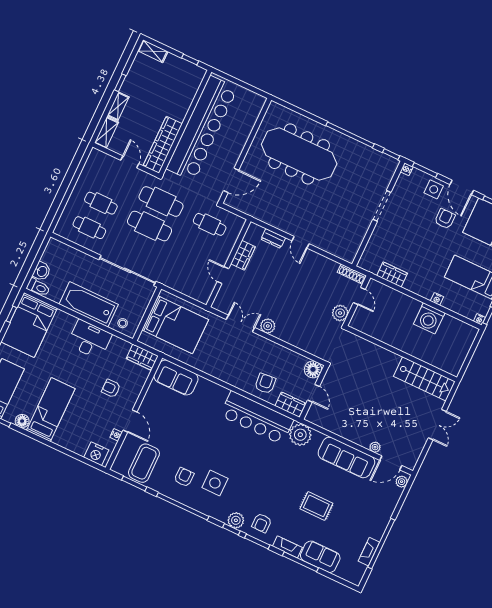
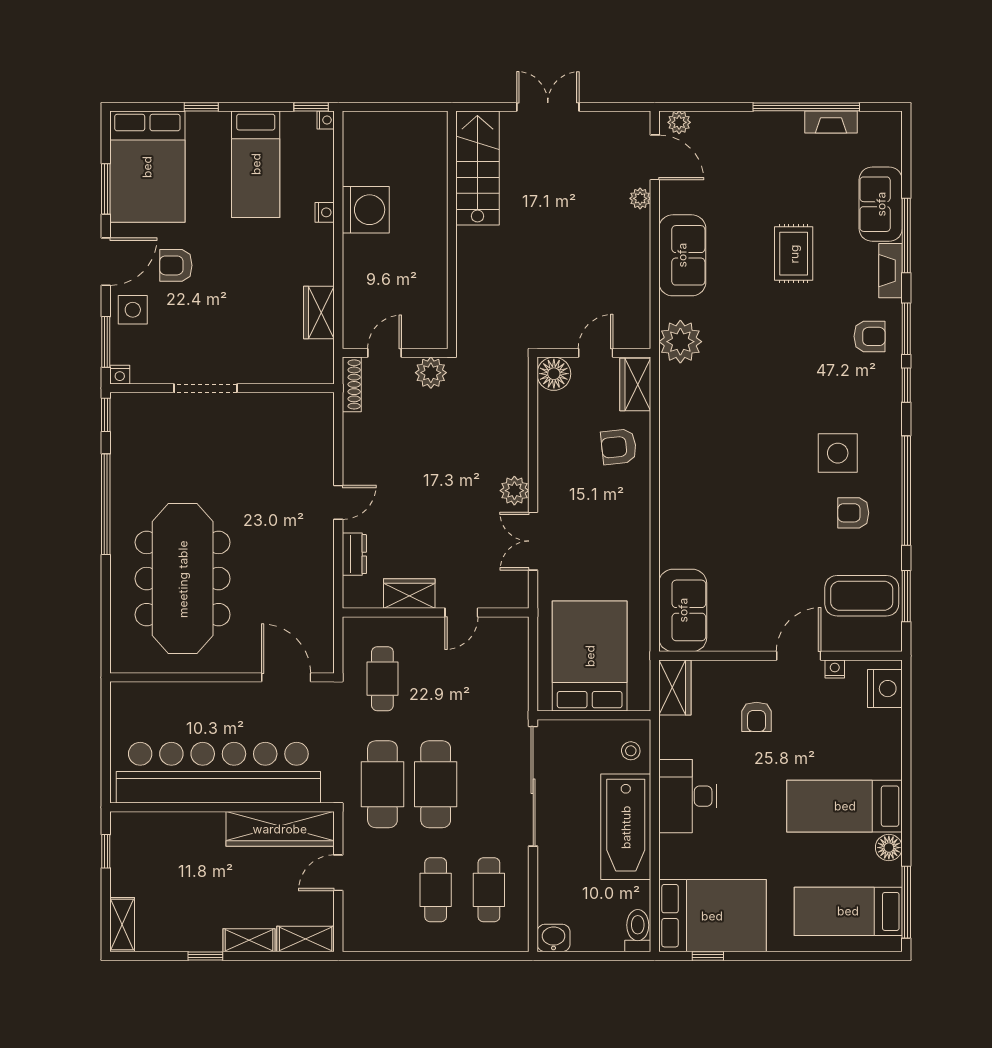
washbasin: (42, 271) -> (554, 938), moved
bar counter: (257, 418) -> (686, 433), removed
sofa: (346, 457) -> (682, 255), width x0.73
plant: (236, 520) -> (886, 385), removed

